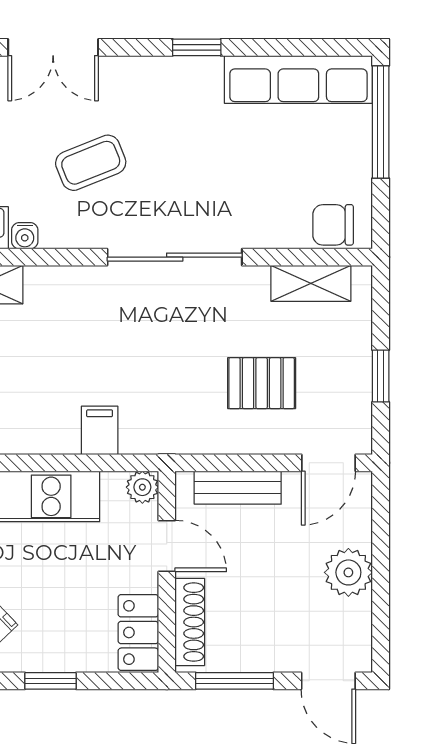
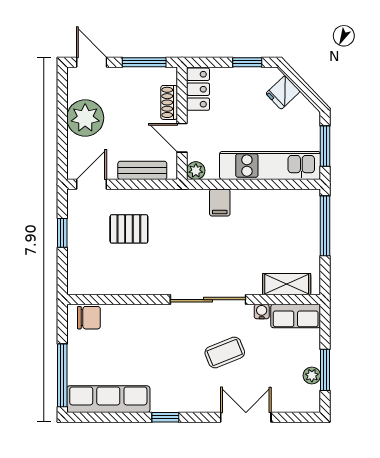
sliding door: (175, 257) -> (208, 300), moved
shelving: (311, 283) -> (101, 285), removed
plant: (348, 572) -> (85, 118), width x1.36, depth x1.36
shoe rack: (190, 622) -> (169, 102), width x0.70

